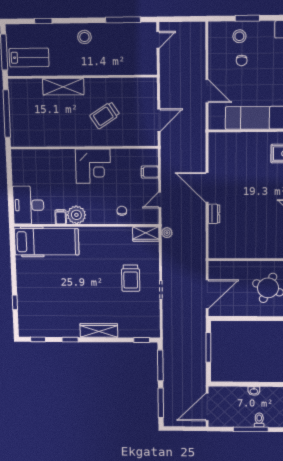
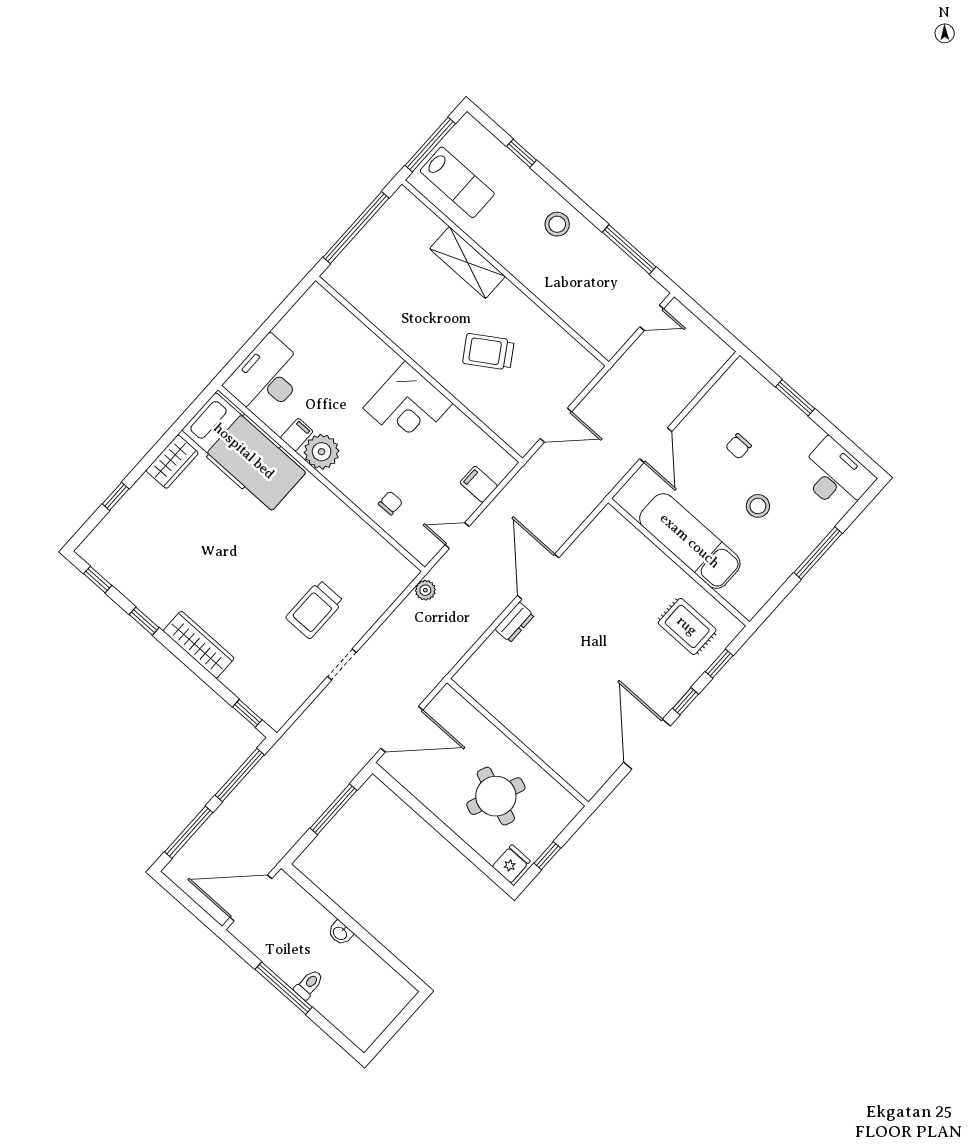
stool: (239, 36) -> (758, 506), moved
wardrobe: (146, 234) -> (172, 462), moved, turned -90

